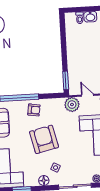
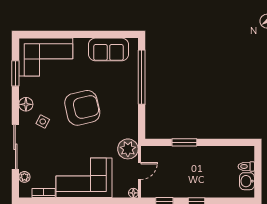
window: (66, 80) -> (184, 142), moved
armchair: (34, 110) -> (124, 96), removed

